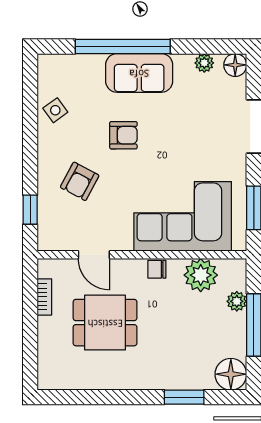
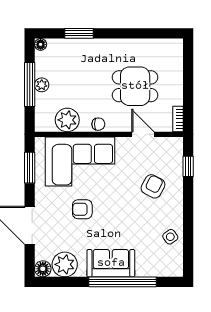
plant: (204, 63) -> (65, 264), width x1.87, depth x1.87
armchair: (123, 135) -> (82, 209), moved
bookcase: (44, 297) -> (178, 119), moved
plant: (237, 301) -> (42, 85), moved
floor lamp: (231, 374) -> (41, 44), width x0.53, depth x0.53

